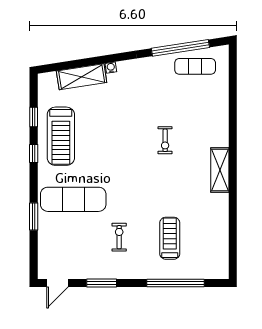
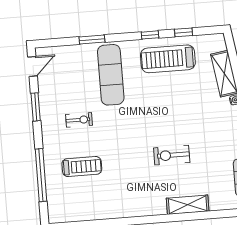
exercise bike: (165, 140) -> (172, 155), width x1.38, depth x1.39
shelving: (220, 170) -> (188, 205), moved
door: (58, 283) -> (32, 66), swing flipped

